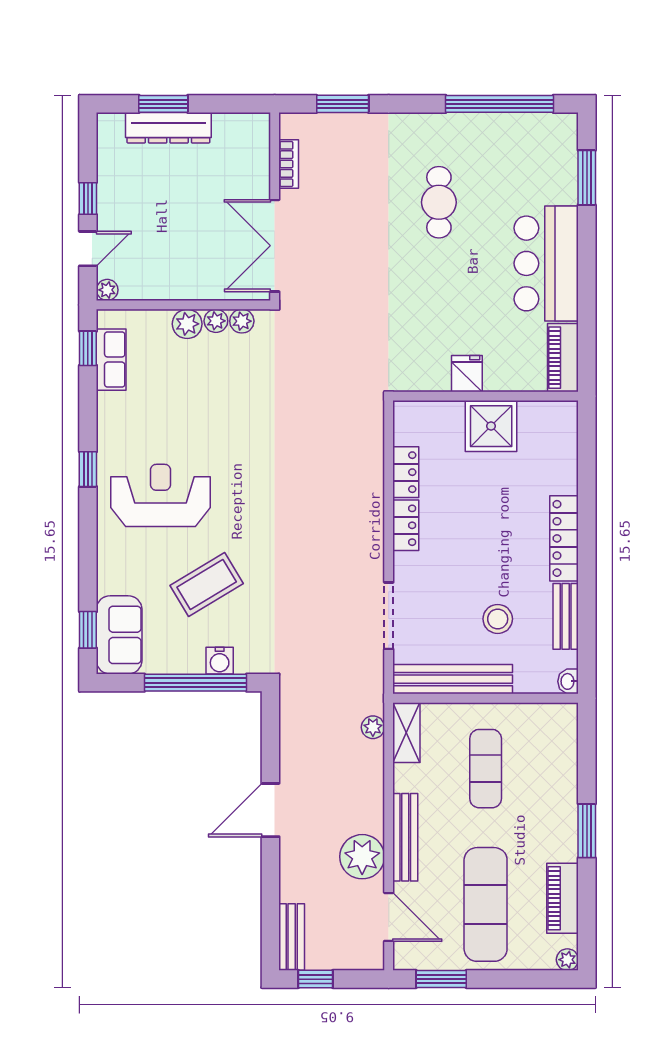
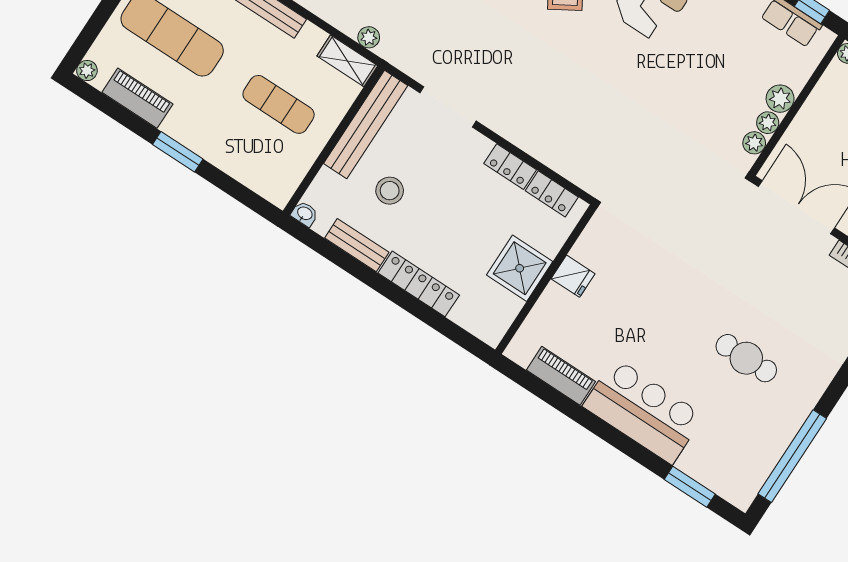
fridge: (467, 374) -> (573, 276), moved
wall: (486, 396) -> (546, 279), moved
shower: (491, 426) -> (520, 268), moved

